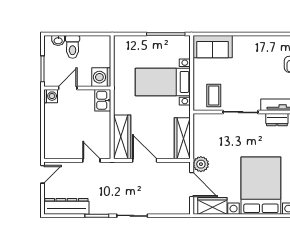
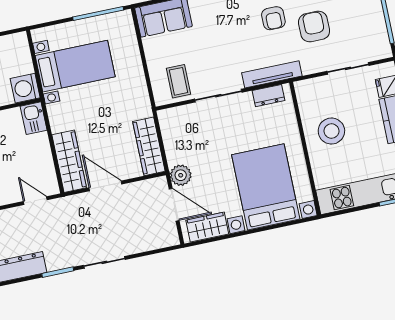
bed with nightstands: (163, 82) -> (75, 66), moved, turned 180

